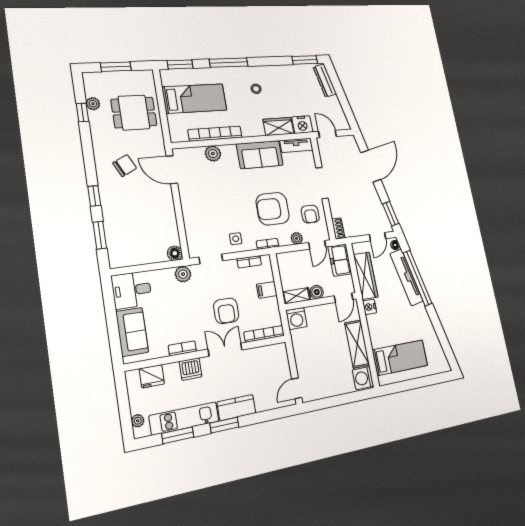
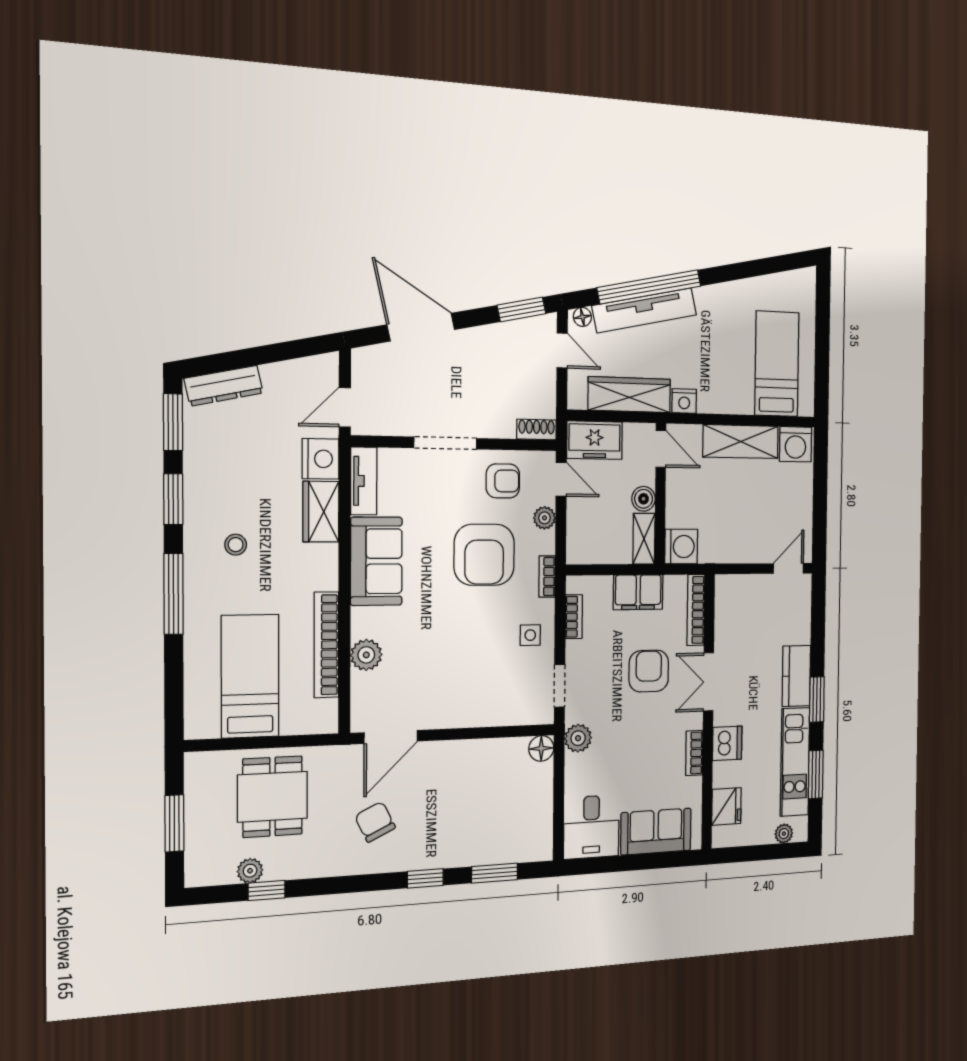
window: (180, 64) -> (173, 499), moved
filing cabinet: (267, 290) -> (638, 592), width x2.00
armchair: (226, 311) -> (649, 671), turned -90
door: (297, 388) -> (788, 568), swing flipped

